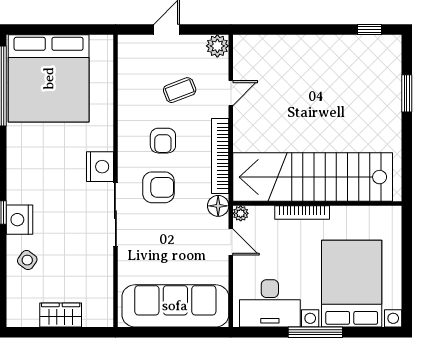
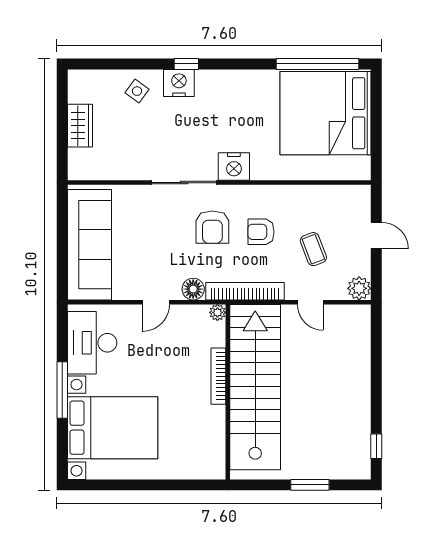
stairs: (313, 177) -> (255, 387), moved
wall: (317, 203) -> (228, 392), moved
bookcase: (302, 212) -> (218, 376), moved
plant: (241, 213) -> (217, 312), moved

